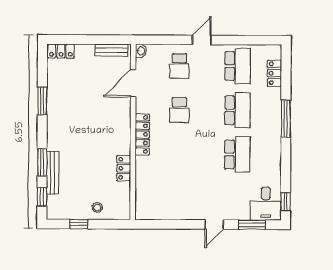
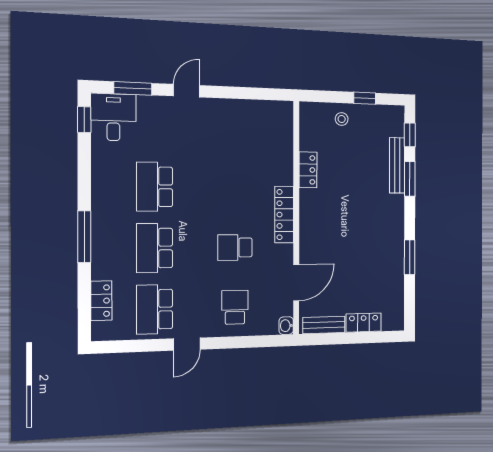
door: (202, 40) -> (187, 344), moved
locker: (61, 51) -> (364, 323), moved
school desk: (179, 110) -> (235, 248), turned -90

